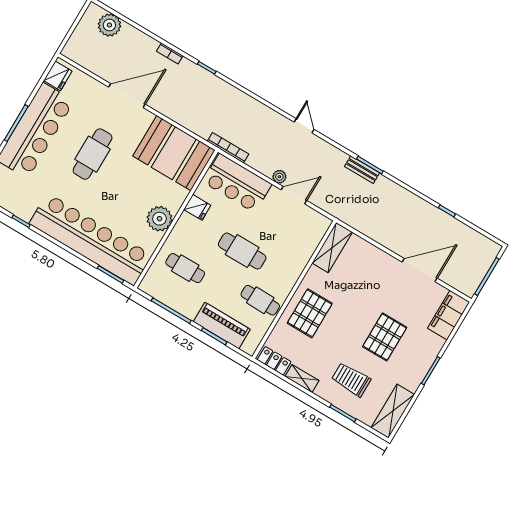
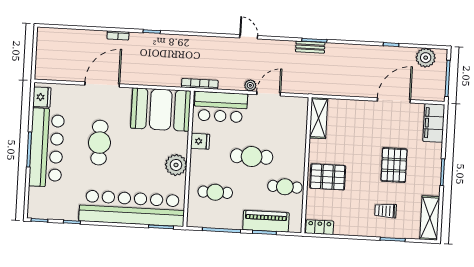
plant: (109, 25) -> (426, 58), moved
pallet: (310, 313) -> (328, 177), turned 90
shelving: (302, 378) -> (348, 229), removed
trolley: (351, 380) -> (386, 211), width x0.73, depth x0.72

